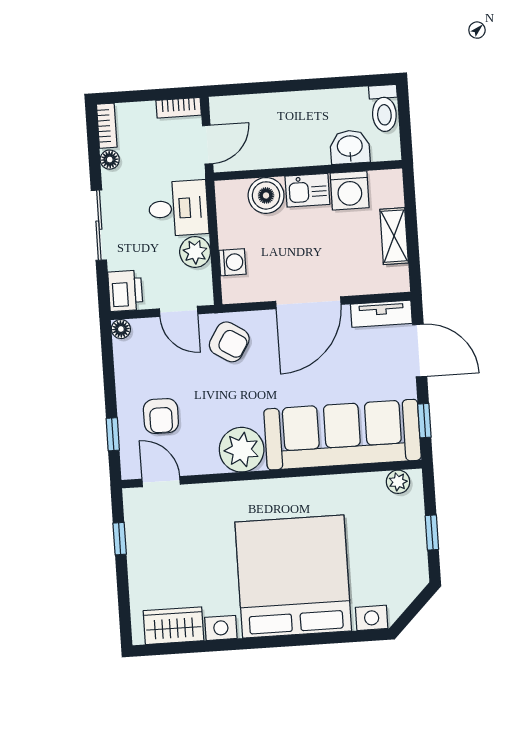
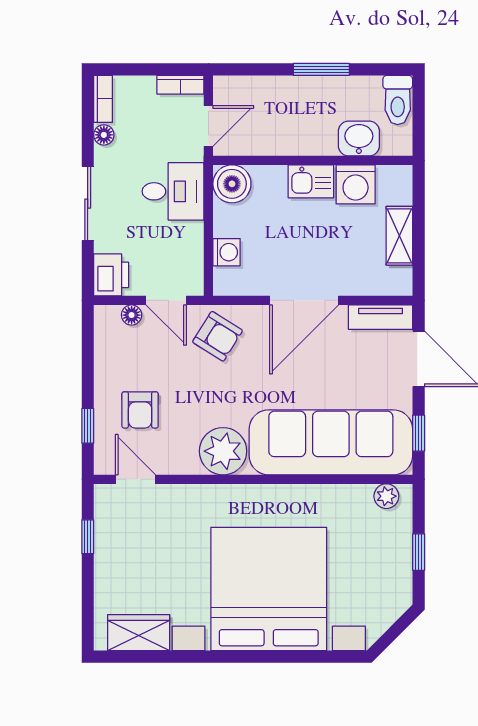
window: (310, 84) -> (321, 69), added
boiler: (266, 195) -> (232, 184), moved
plant: (195, 252) -> (188, 239), removed
floor lamp: (121, 329) -> (132, 315), moved

